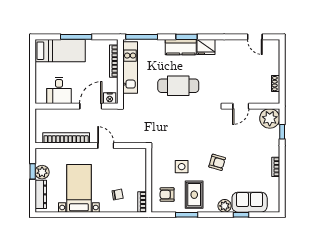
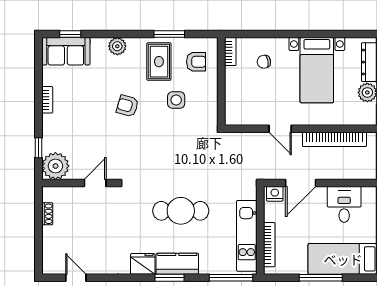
sofa: (250, 202) -> (66, 51), moved
window: (241, 215) -> (70, 34), moved

